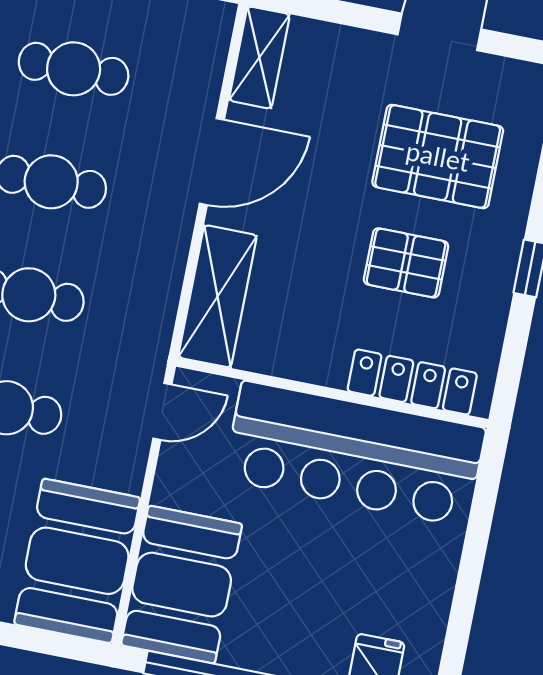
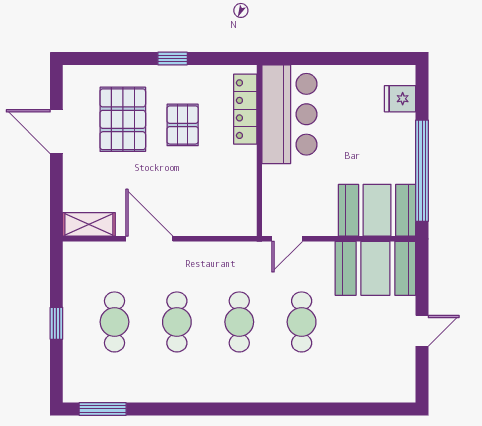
shelving: (218, 296) -> (220, 222), removed
door: (162, 412) -> (287, 239), swing flipped
bar counter: (355, 454) -> (289, 114), width x0.73

